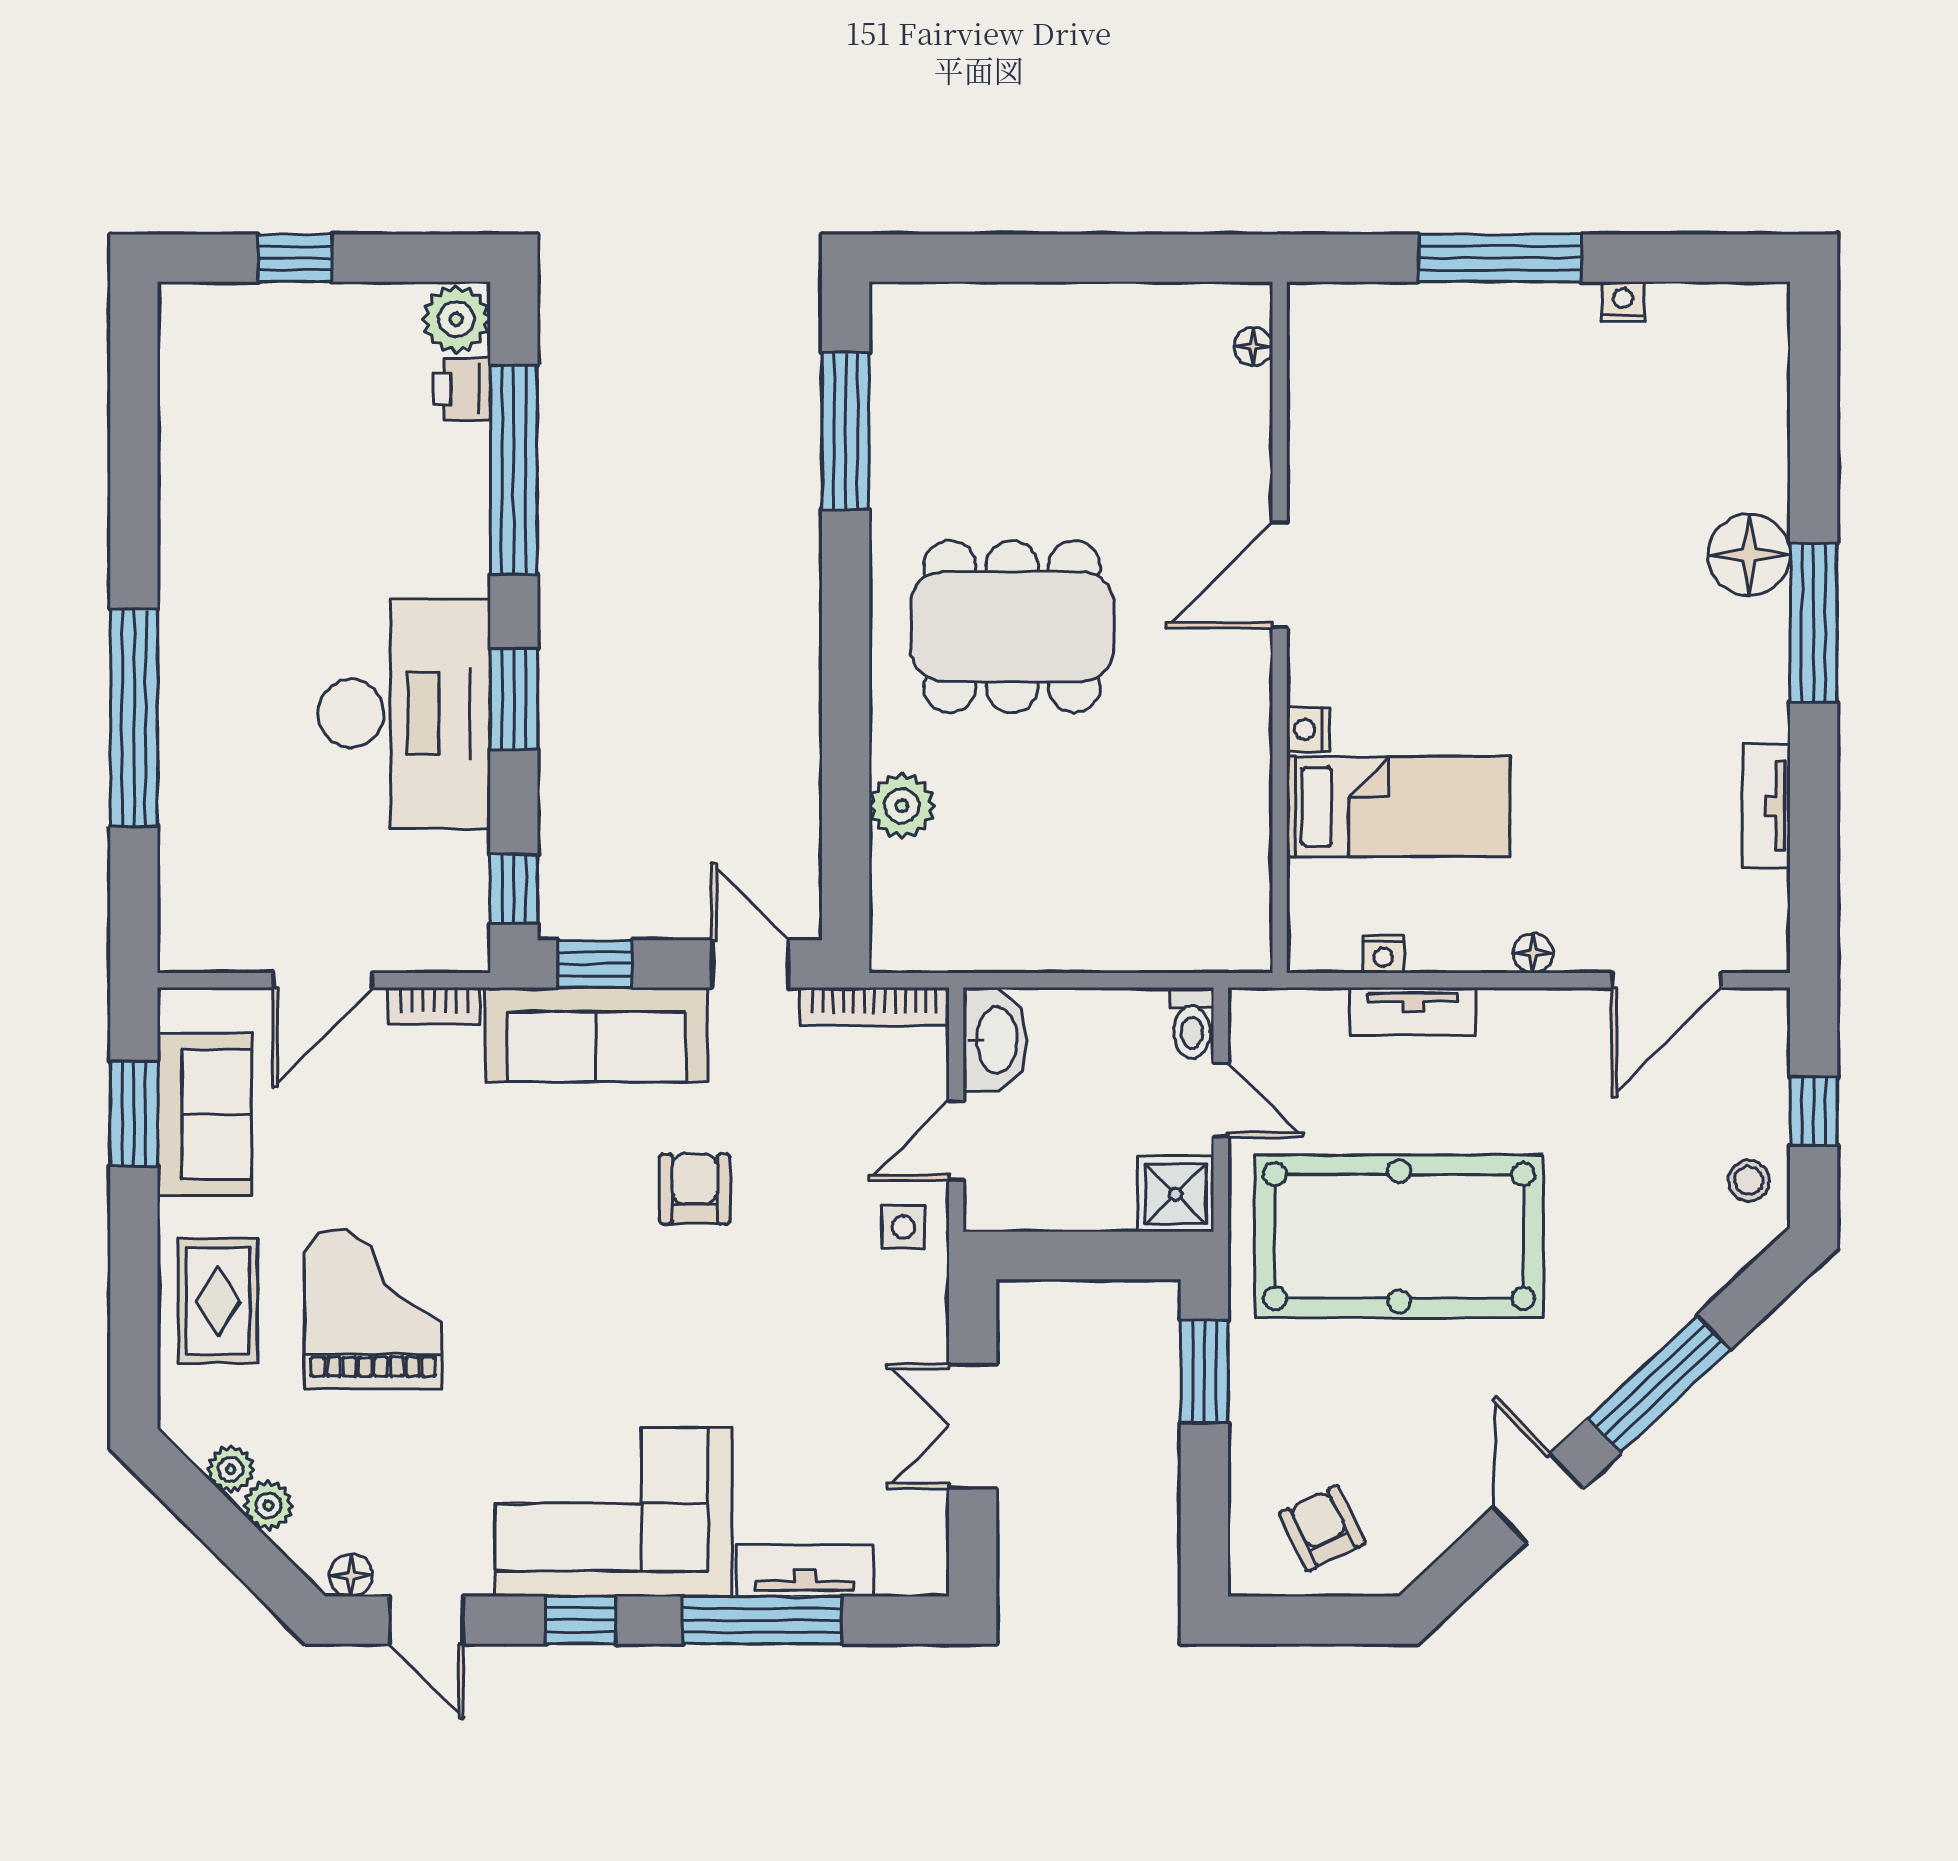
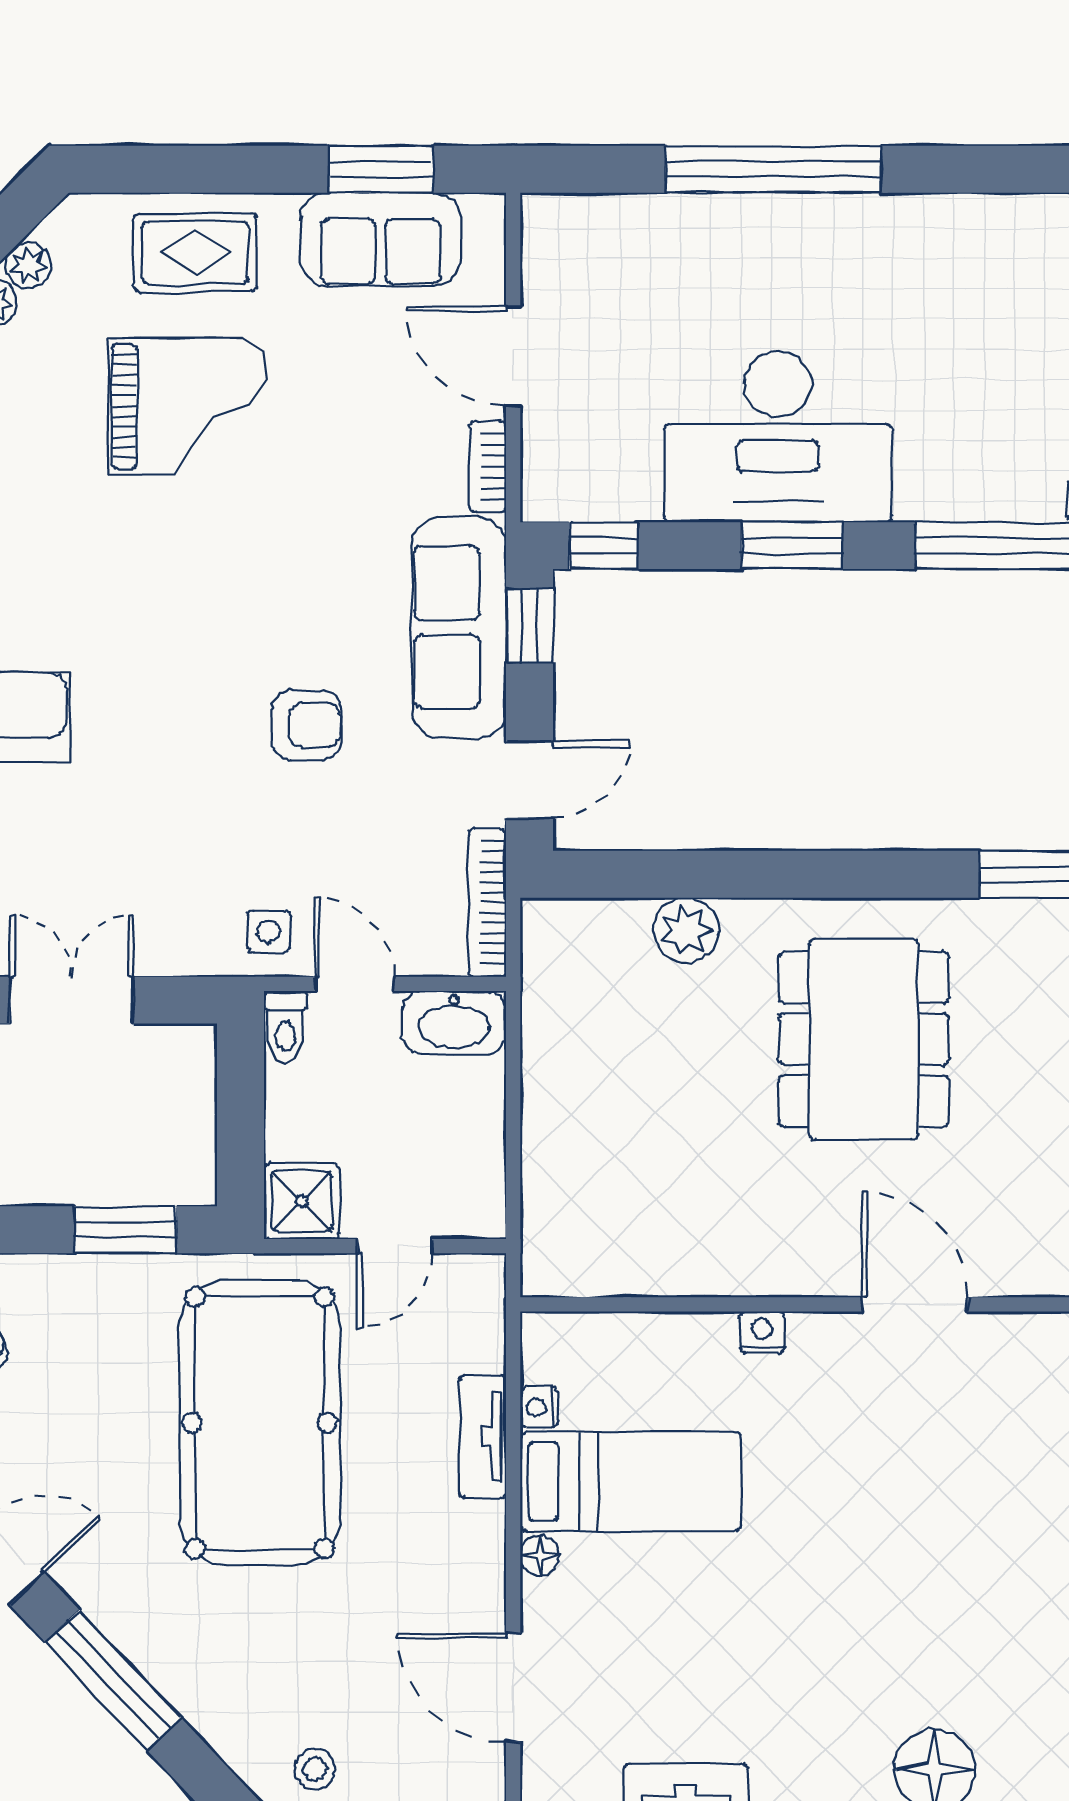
bed: (1398, 807) -> (631, 1481), moved, turned -90
toilet: (1192, 1023) -> (285, 1026), moved, turned -90

